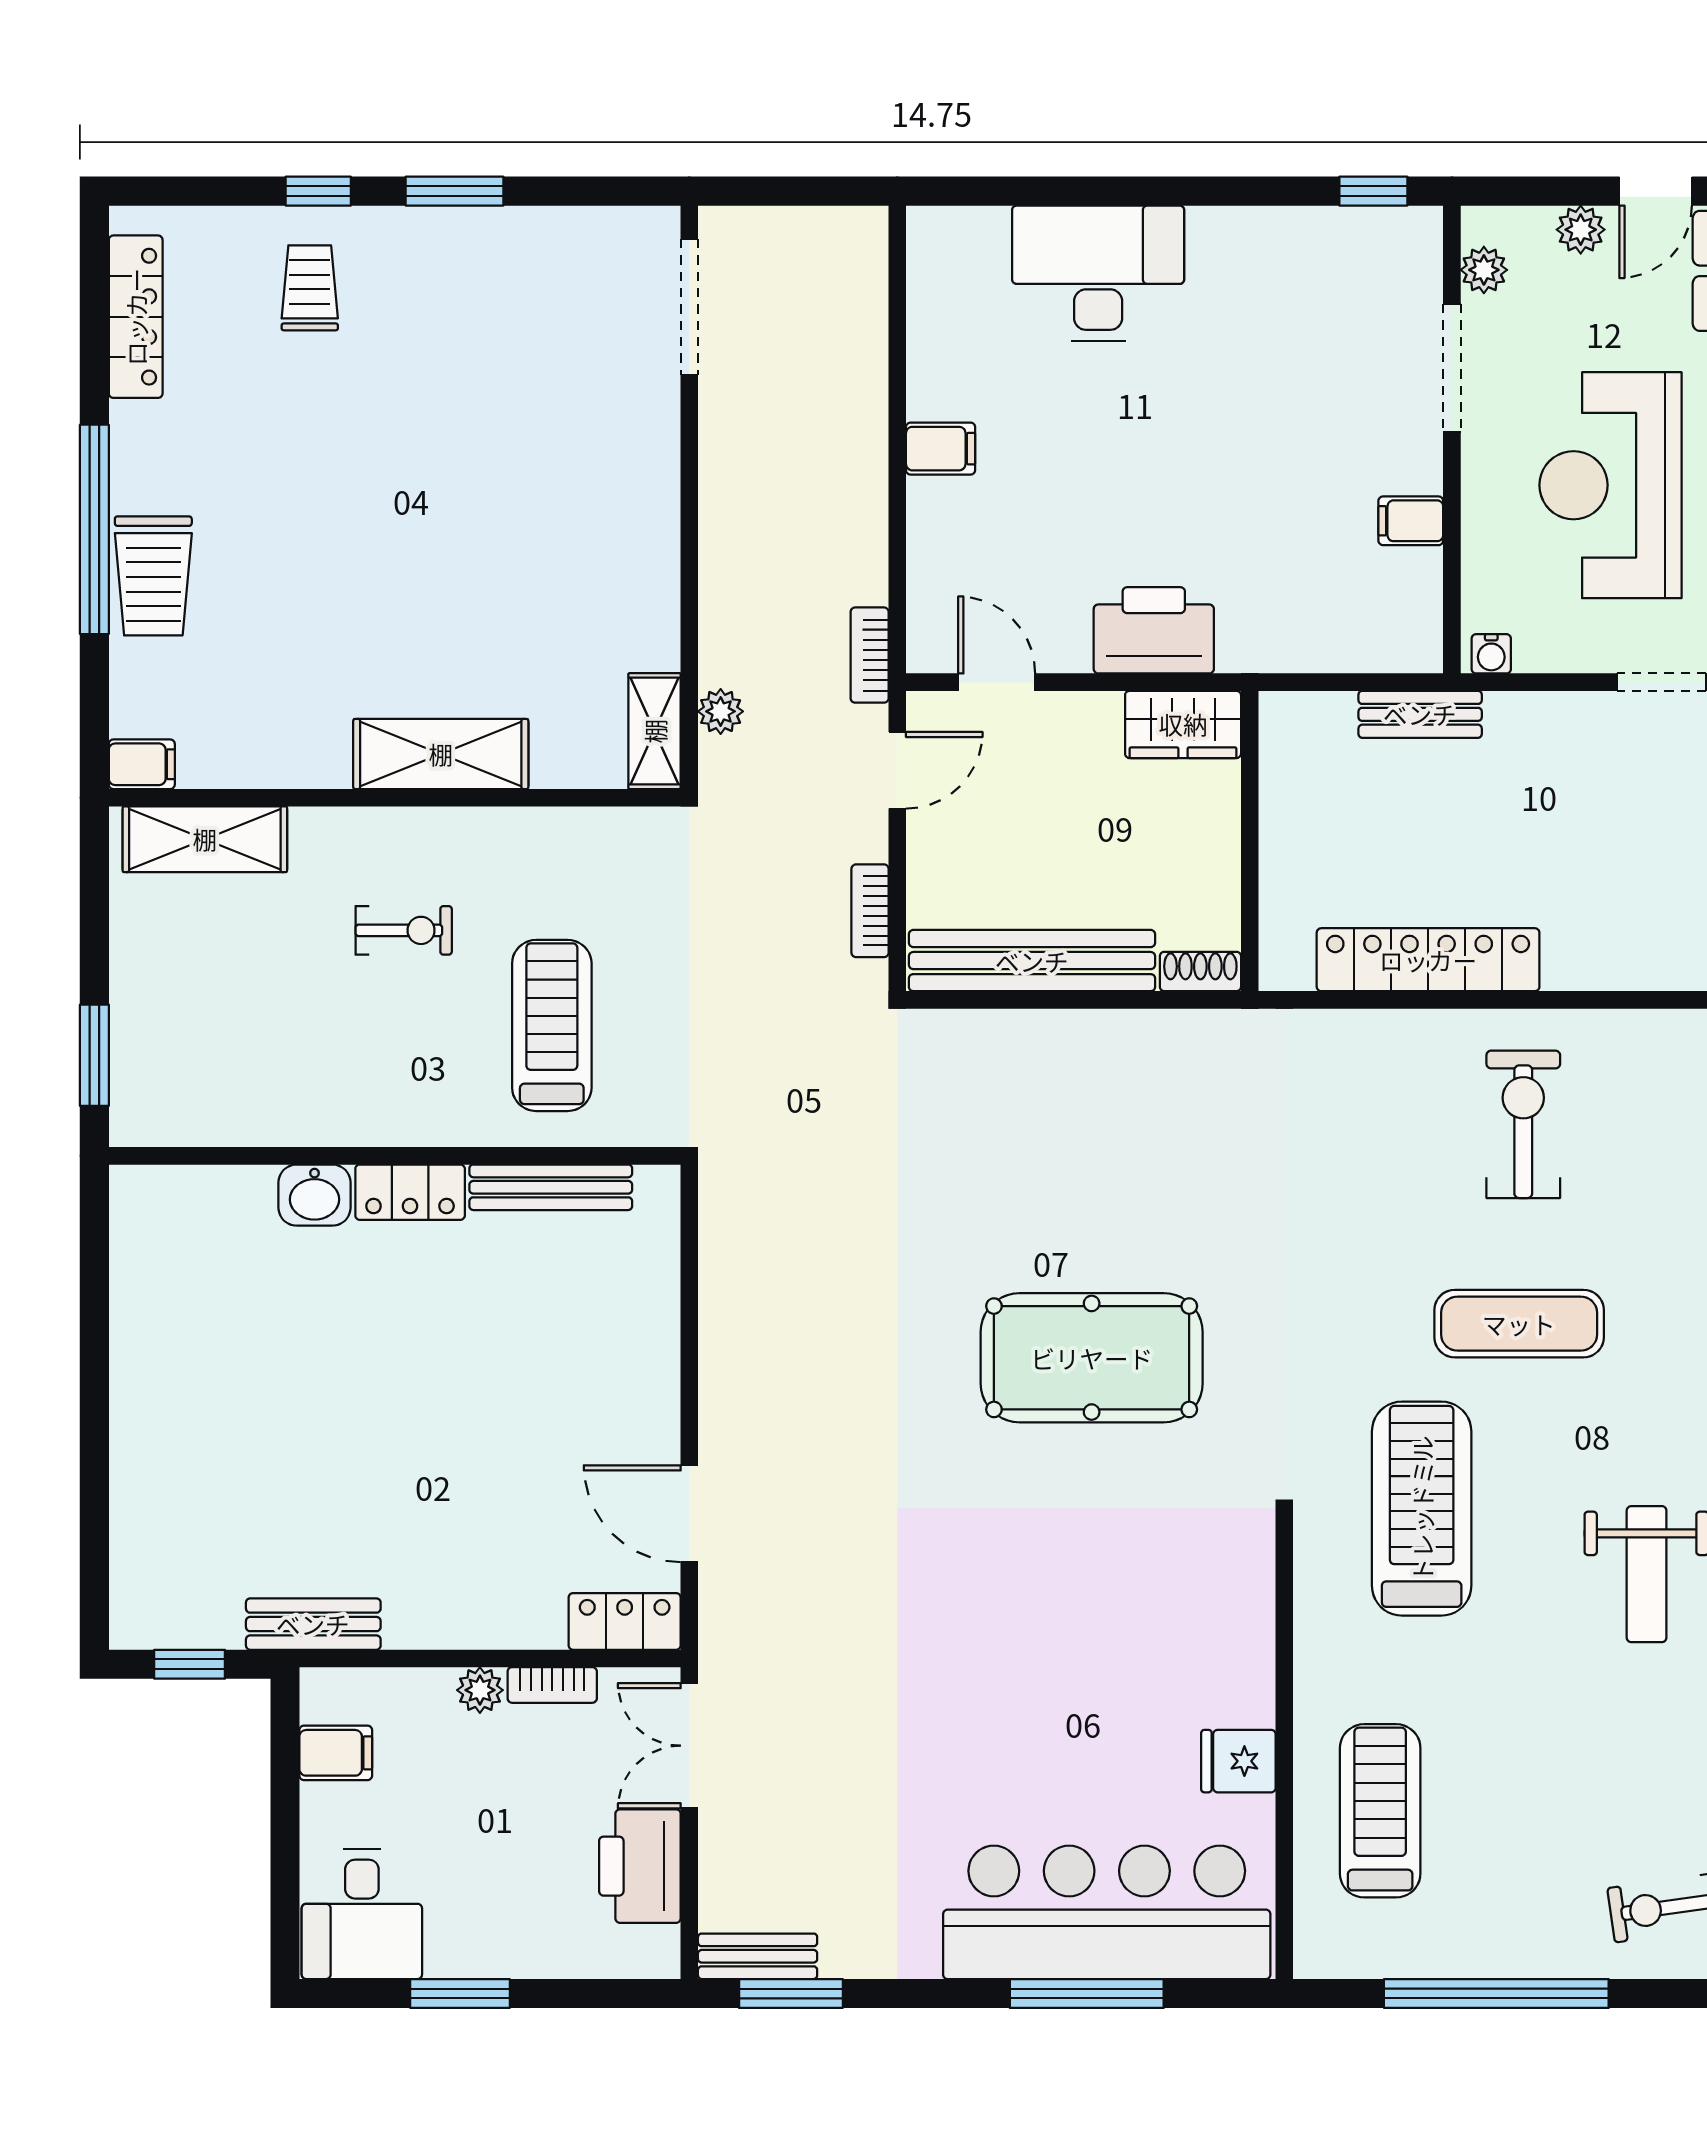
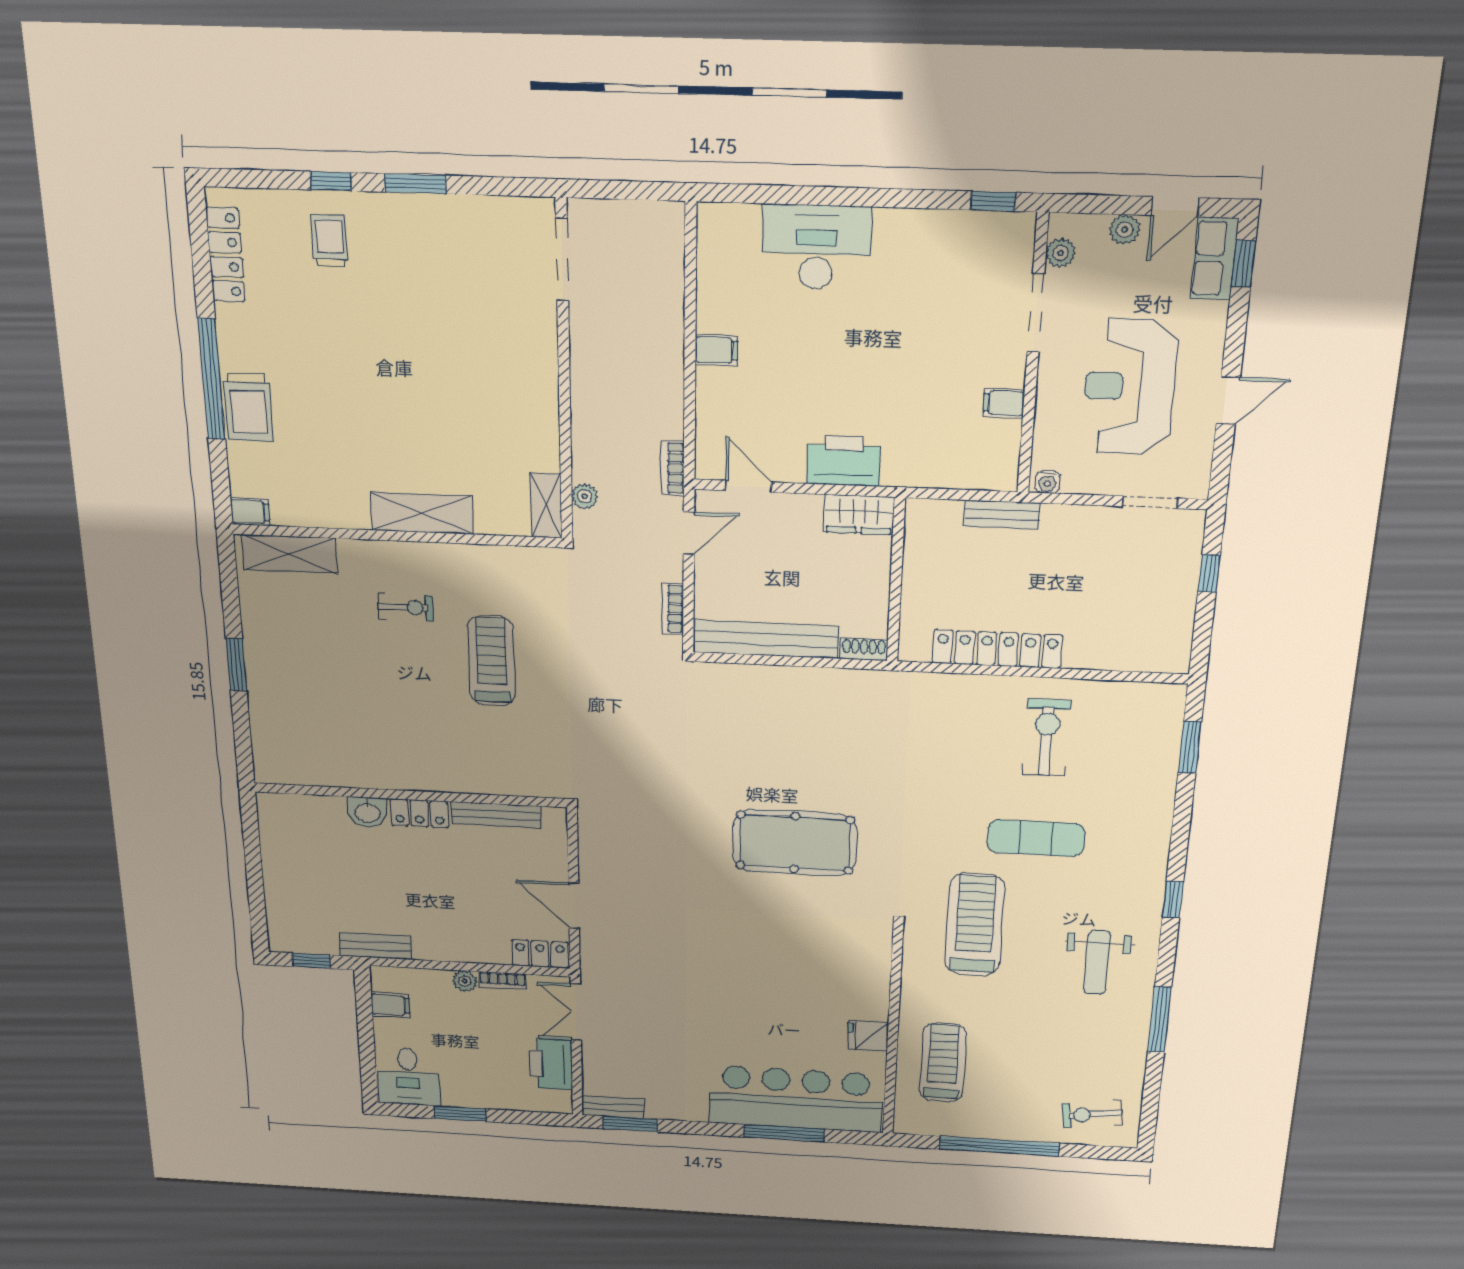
wall: (395, 1156) -> (410, 795), moved
bench: (551, 1187) -> (496, 815), moved
locker: (410, 1192) -> (419, 813), moved
washbasin: (314, 1195) -> (368, 812), moved

